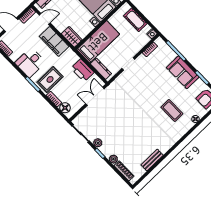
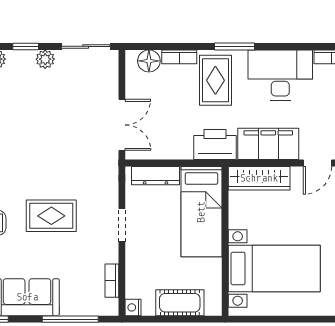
wardrobe: (72, 37) -> (259, 178), width x1.50
desk: (30, 63) -> (280, 75), width x1.37
printer: (83, 70) -> (215, 145), moved
rug: (148, 90) -> (51, 216), added

